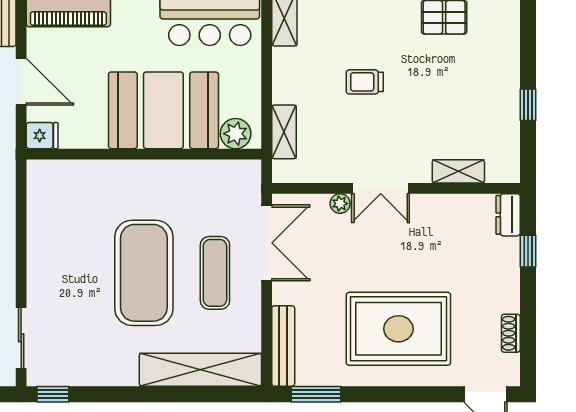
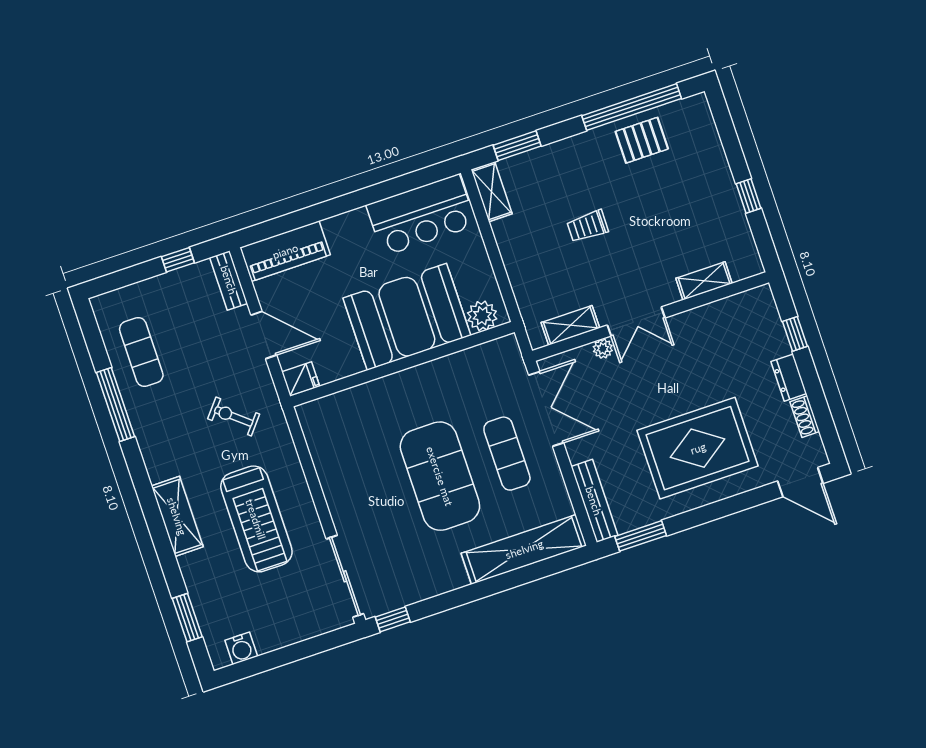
shelving: (284, 132) -> (570, 325), moved, turned 90
dresser: (508, 215) -> (789, 378), moved
sliding door: (21, 338) -> (345, 576), width x1.37

